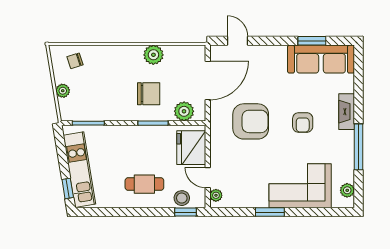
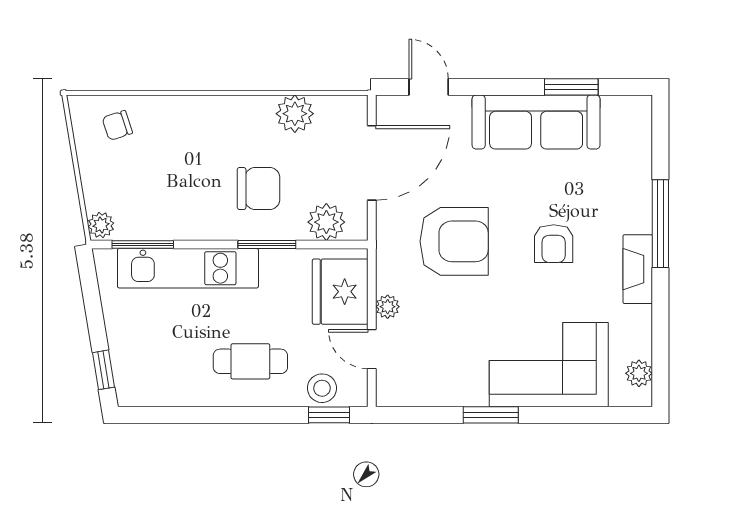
plant: (153, 55) -> (295, 114), moved
sofa: (321, 59) -> (536, 122), moved
plant: (63, 91) -> (101, 225), moved
fireplace: (347, 112) -> (638, 269), moved
window: (358, 147) -> (660, 224), moved
kitchen unit: (79, 170) -> (188, 268), moved, turned 99
plant: (216, 195) -> (388, 307), moved

